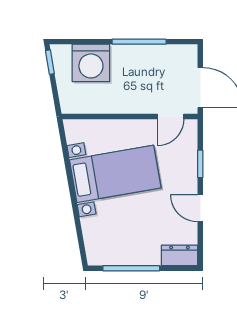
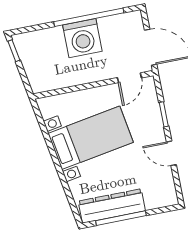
window: (139, 42) -> (89, 17), width x1.46
washing machine: (91, 63) -> (82, 38), moved
dresser: (180, 255) -> (112, 206), moved, width x1.96, depth x1.24

